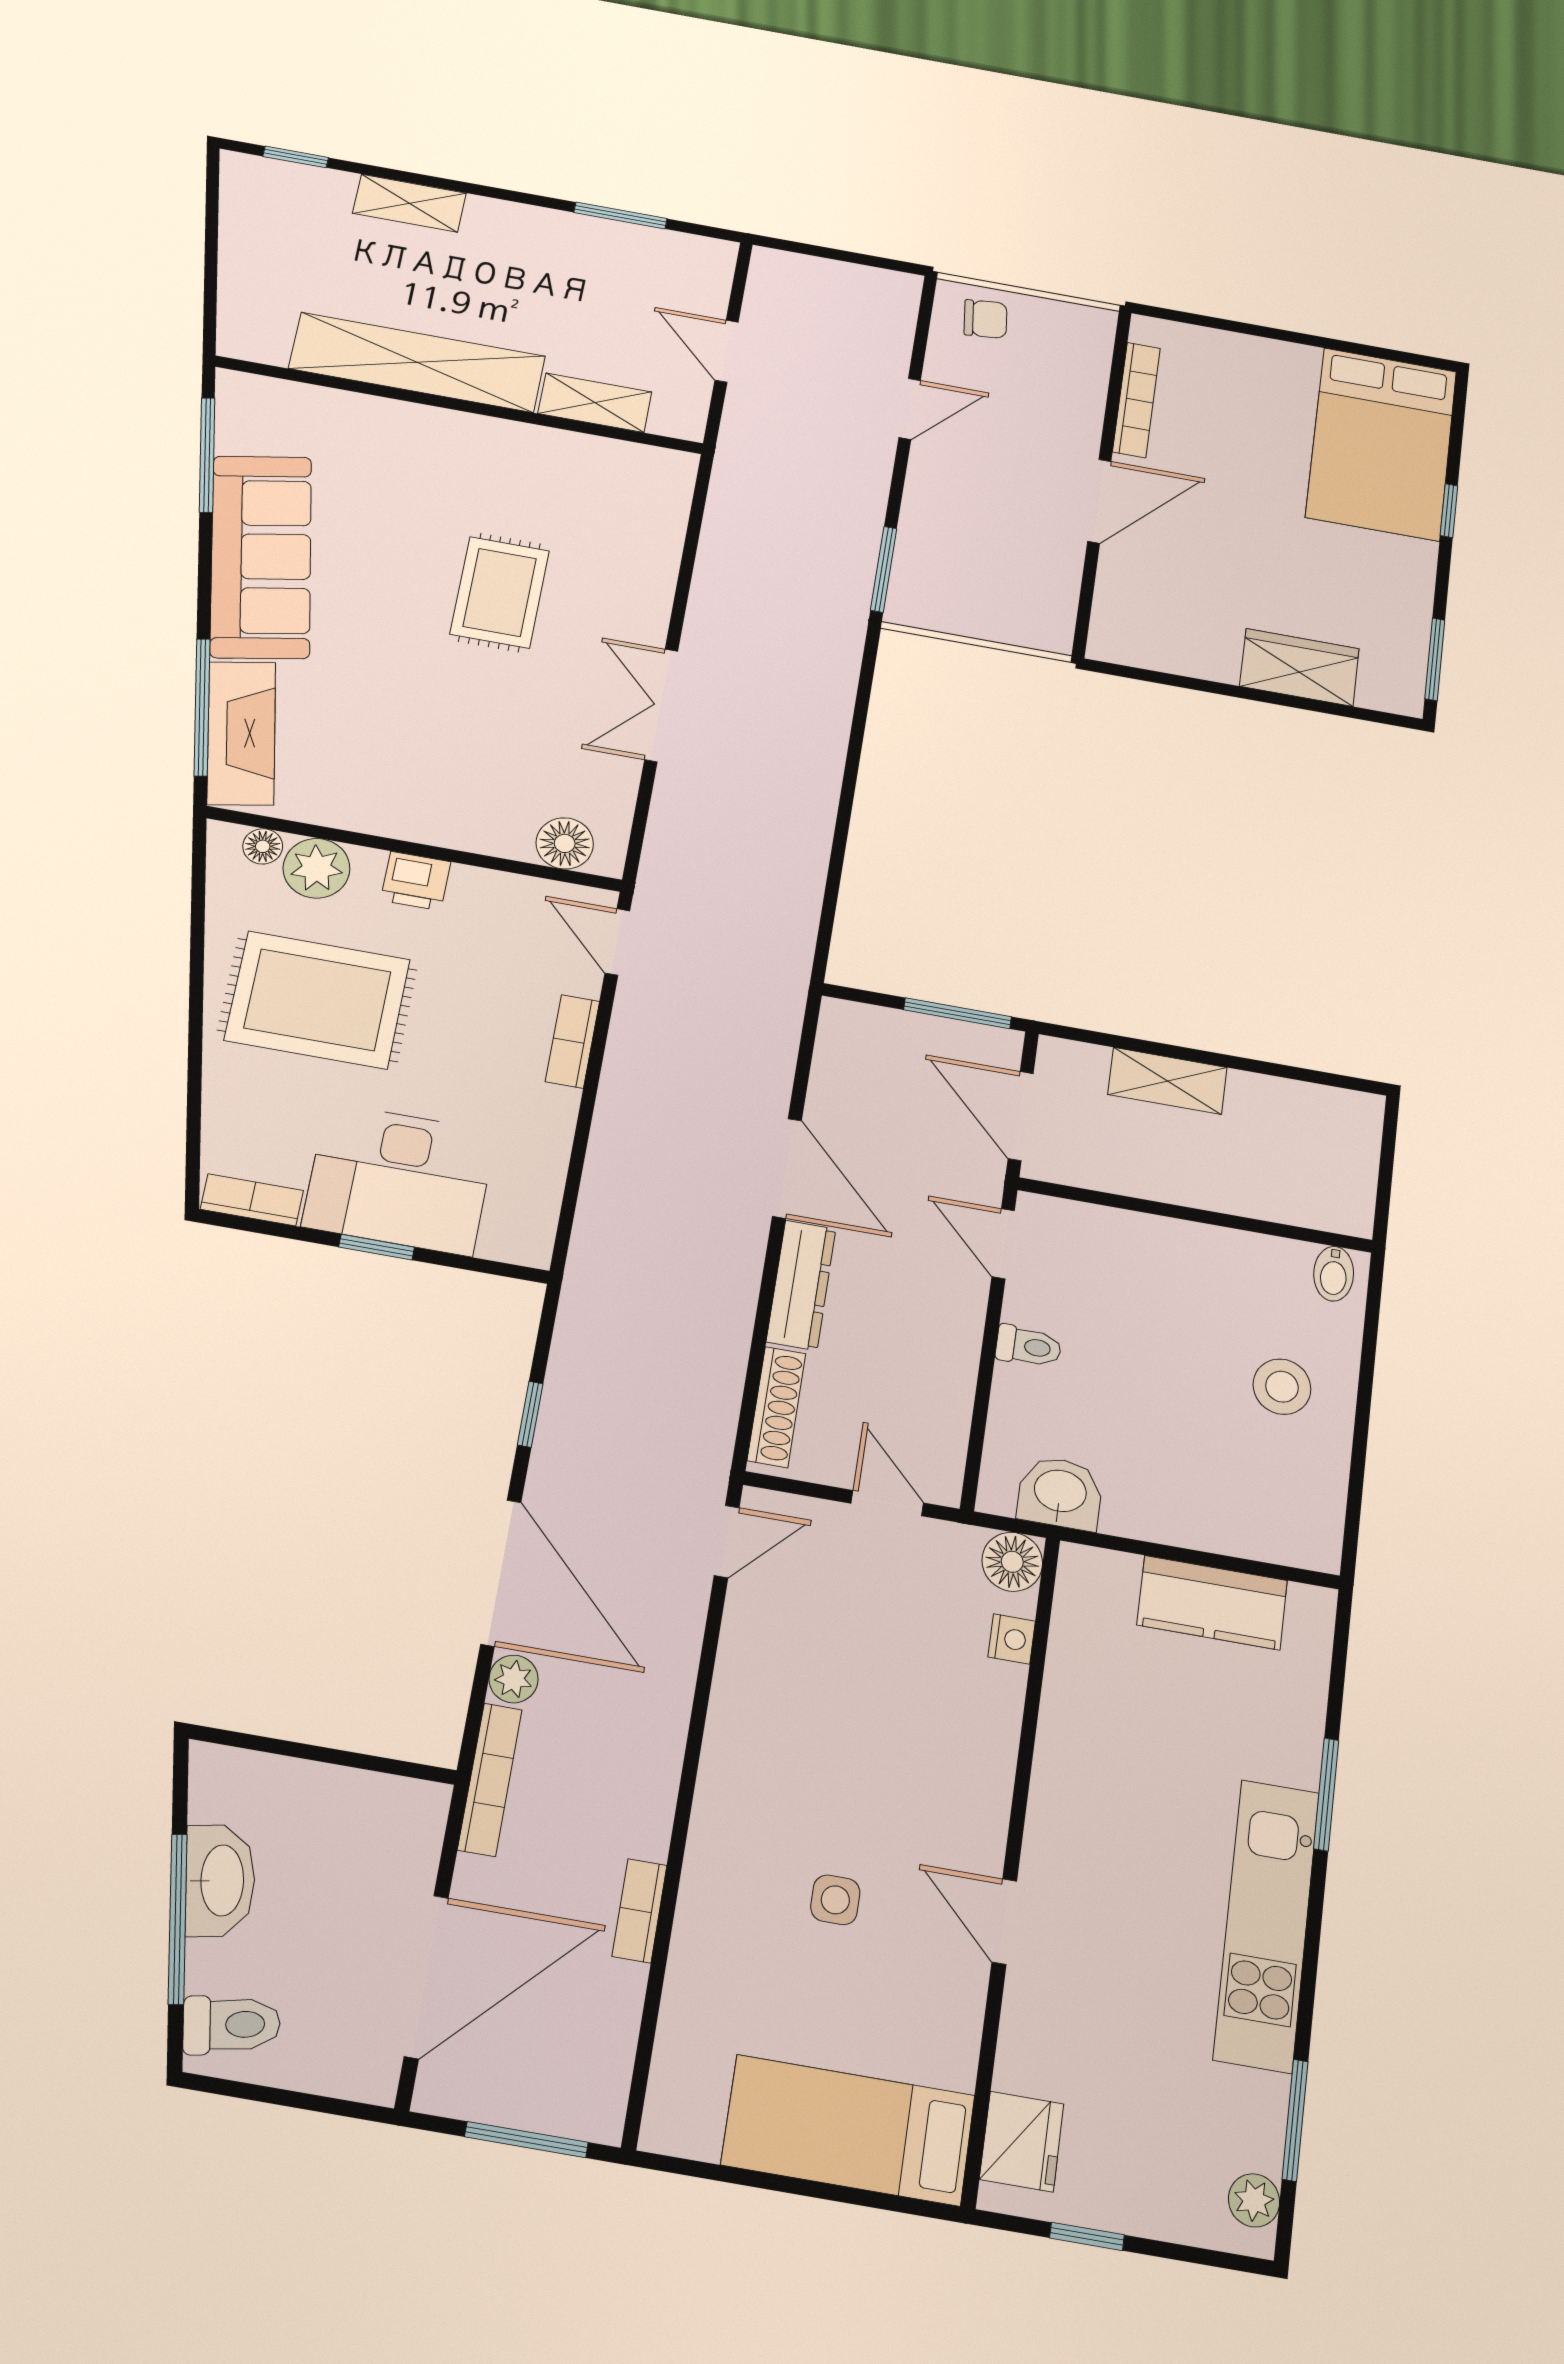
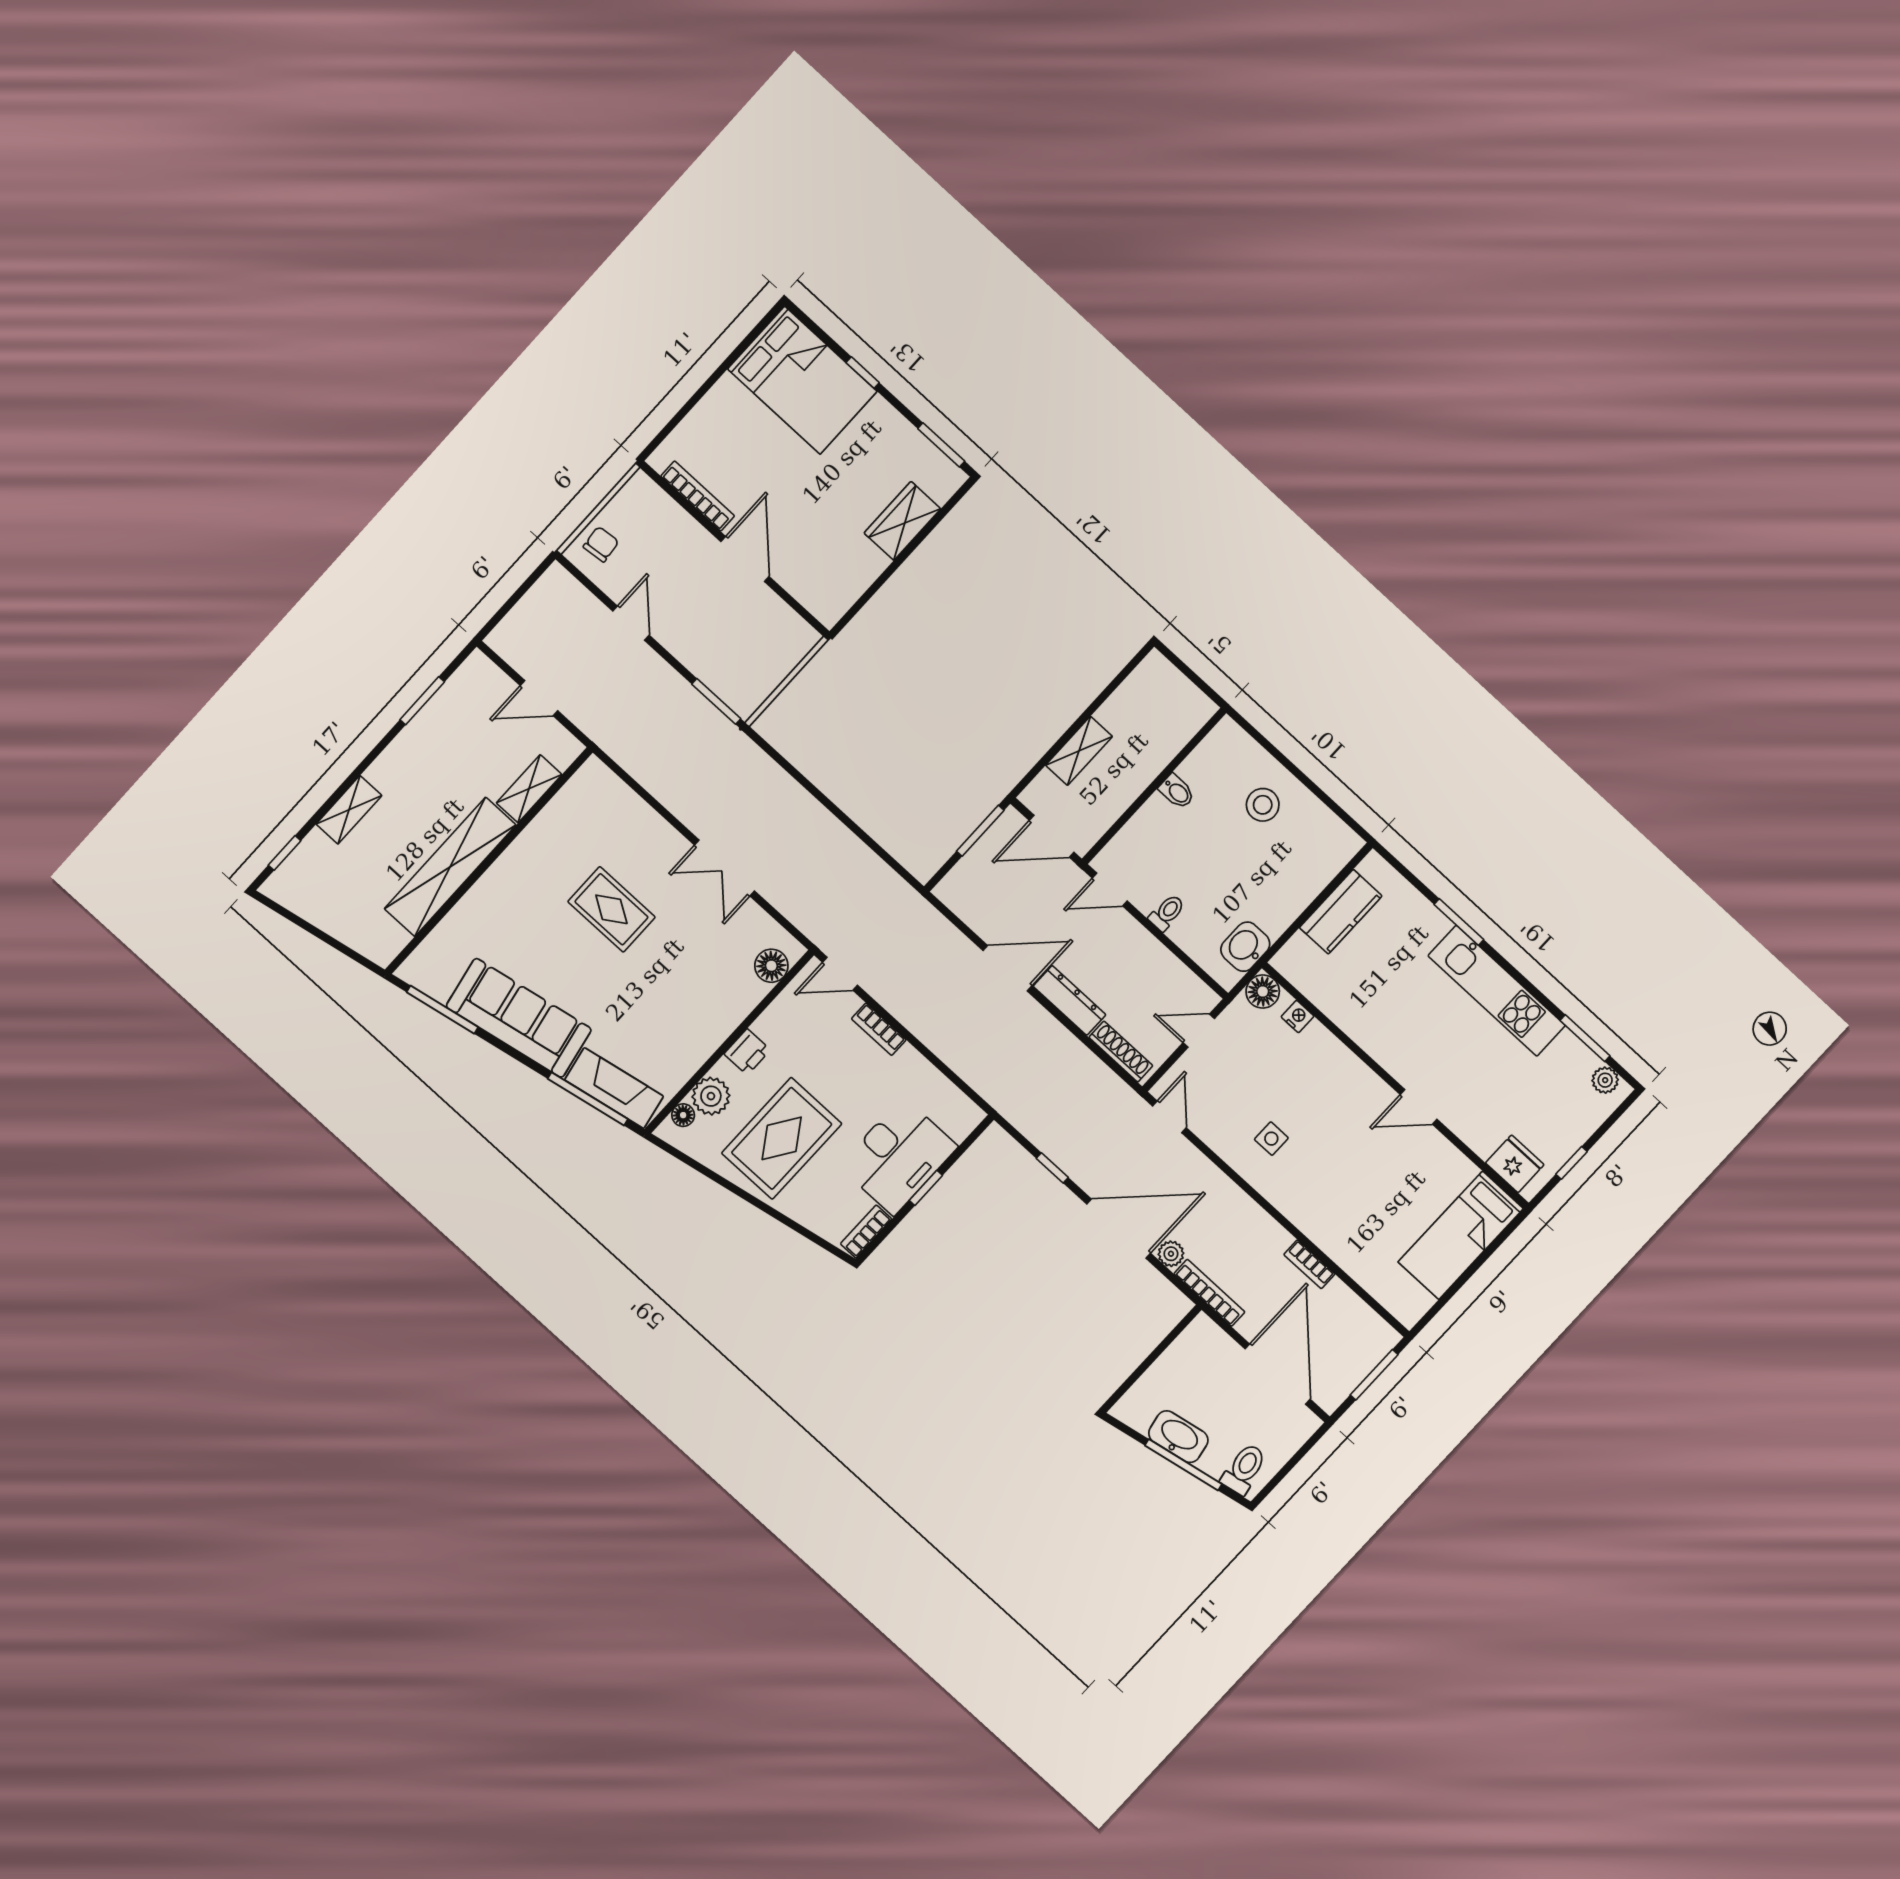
bidet: (1334, 1274) -> (1177, 791), moved
side table: (835, 1900) -> (1271, 1139), moved

